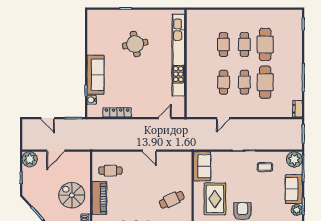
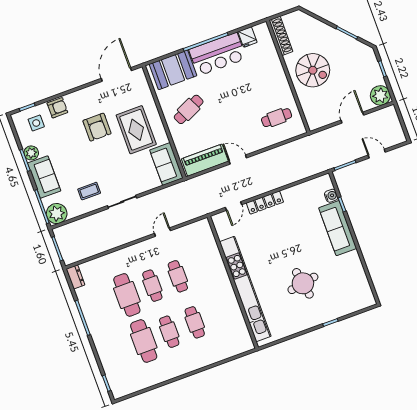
locker: (117, 112) -> (265, 203), moved
piano: (99, 198) -> (205, 160), moved, turned 90

